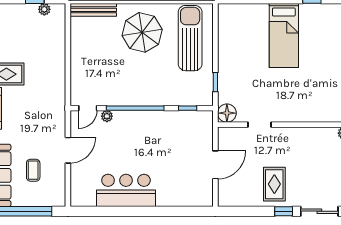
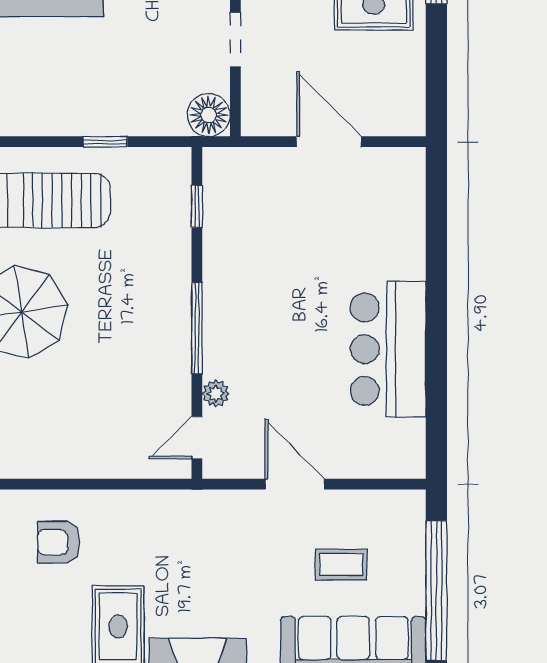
armchair: (43, 48) -> (59, 542), added
window: (215, 82) -> (105, 142), moved
door: (88, 108) -> (197, 438), swing flipped
window: (135, 108) -> (197, 328), width x0.68

